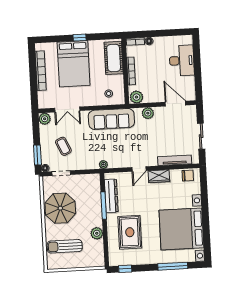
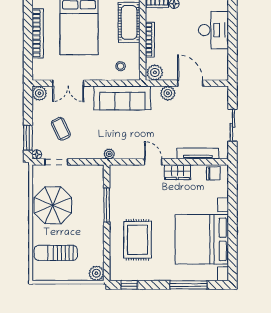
door: (175, 104) -> (190, 83), moved
door: (139, 169) -> (153, 162), swing flipped
dresser: (111, 196) -> (117, 193), removed
plant: (97, 233) -> (96, 273), moved

